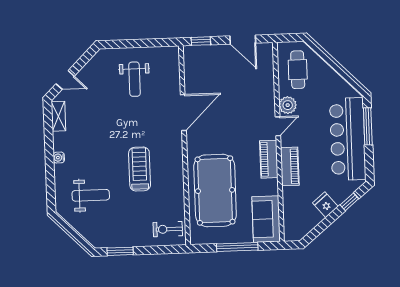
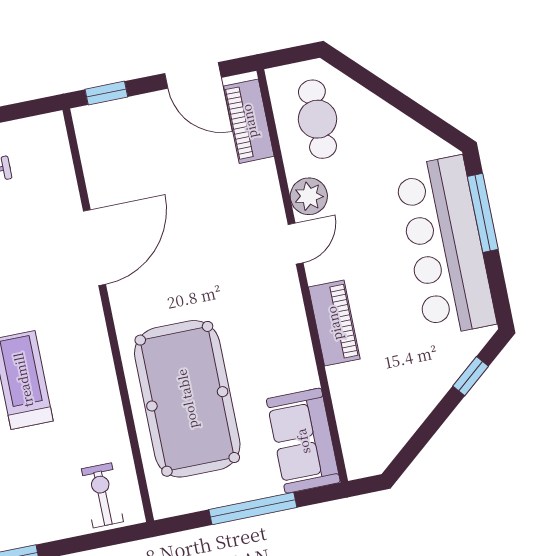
piano: (269, 159) -> (249, 121), moved
fridge: (325, 205) -> (422, 391), removed
exercise bike: (168, 229) -> (102, 495), turned 90

